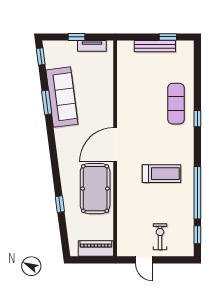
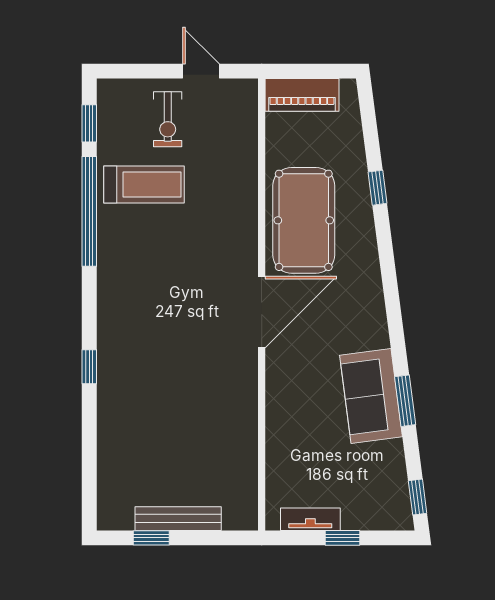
sofa: (62, 97) -> (371, 396), width x0.73
exercise mat: (176, 104) -> (134, 398), removed
treadmill: (161, 174) -> (144, 185), moved, turned 180

